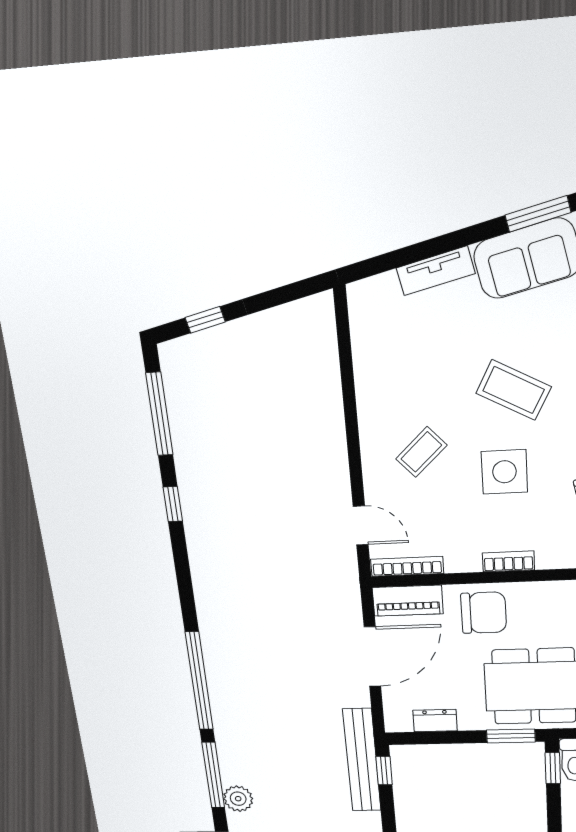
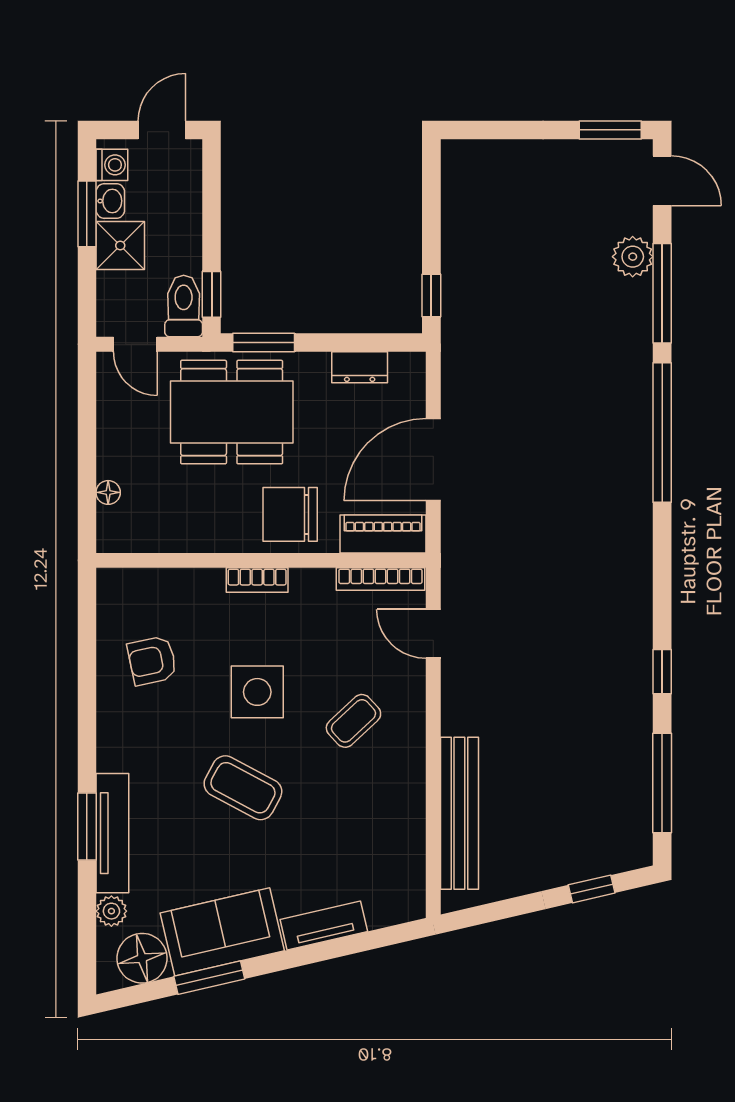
bench: (362, 760) -> (459, 813), moved

